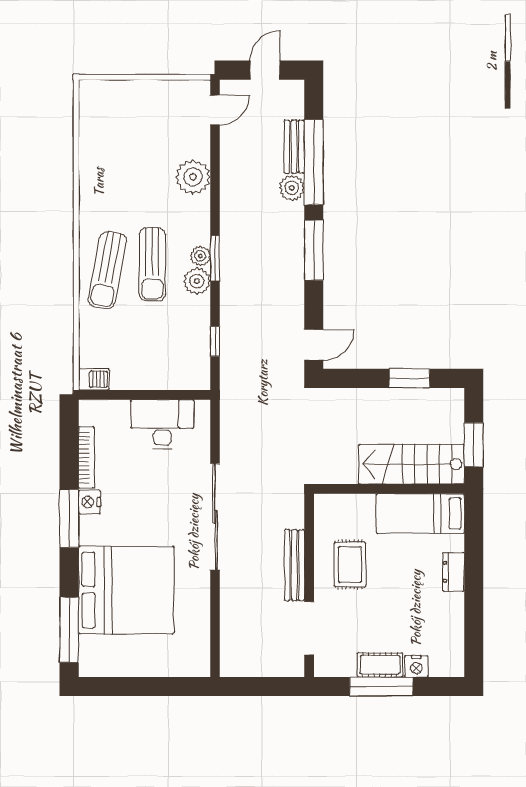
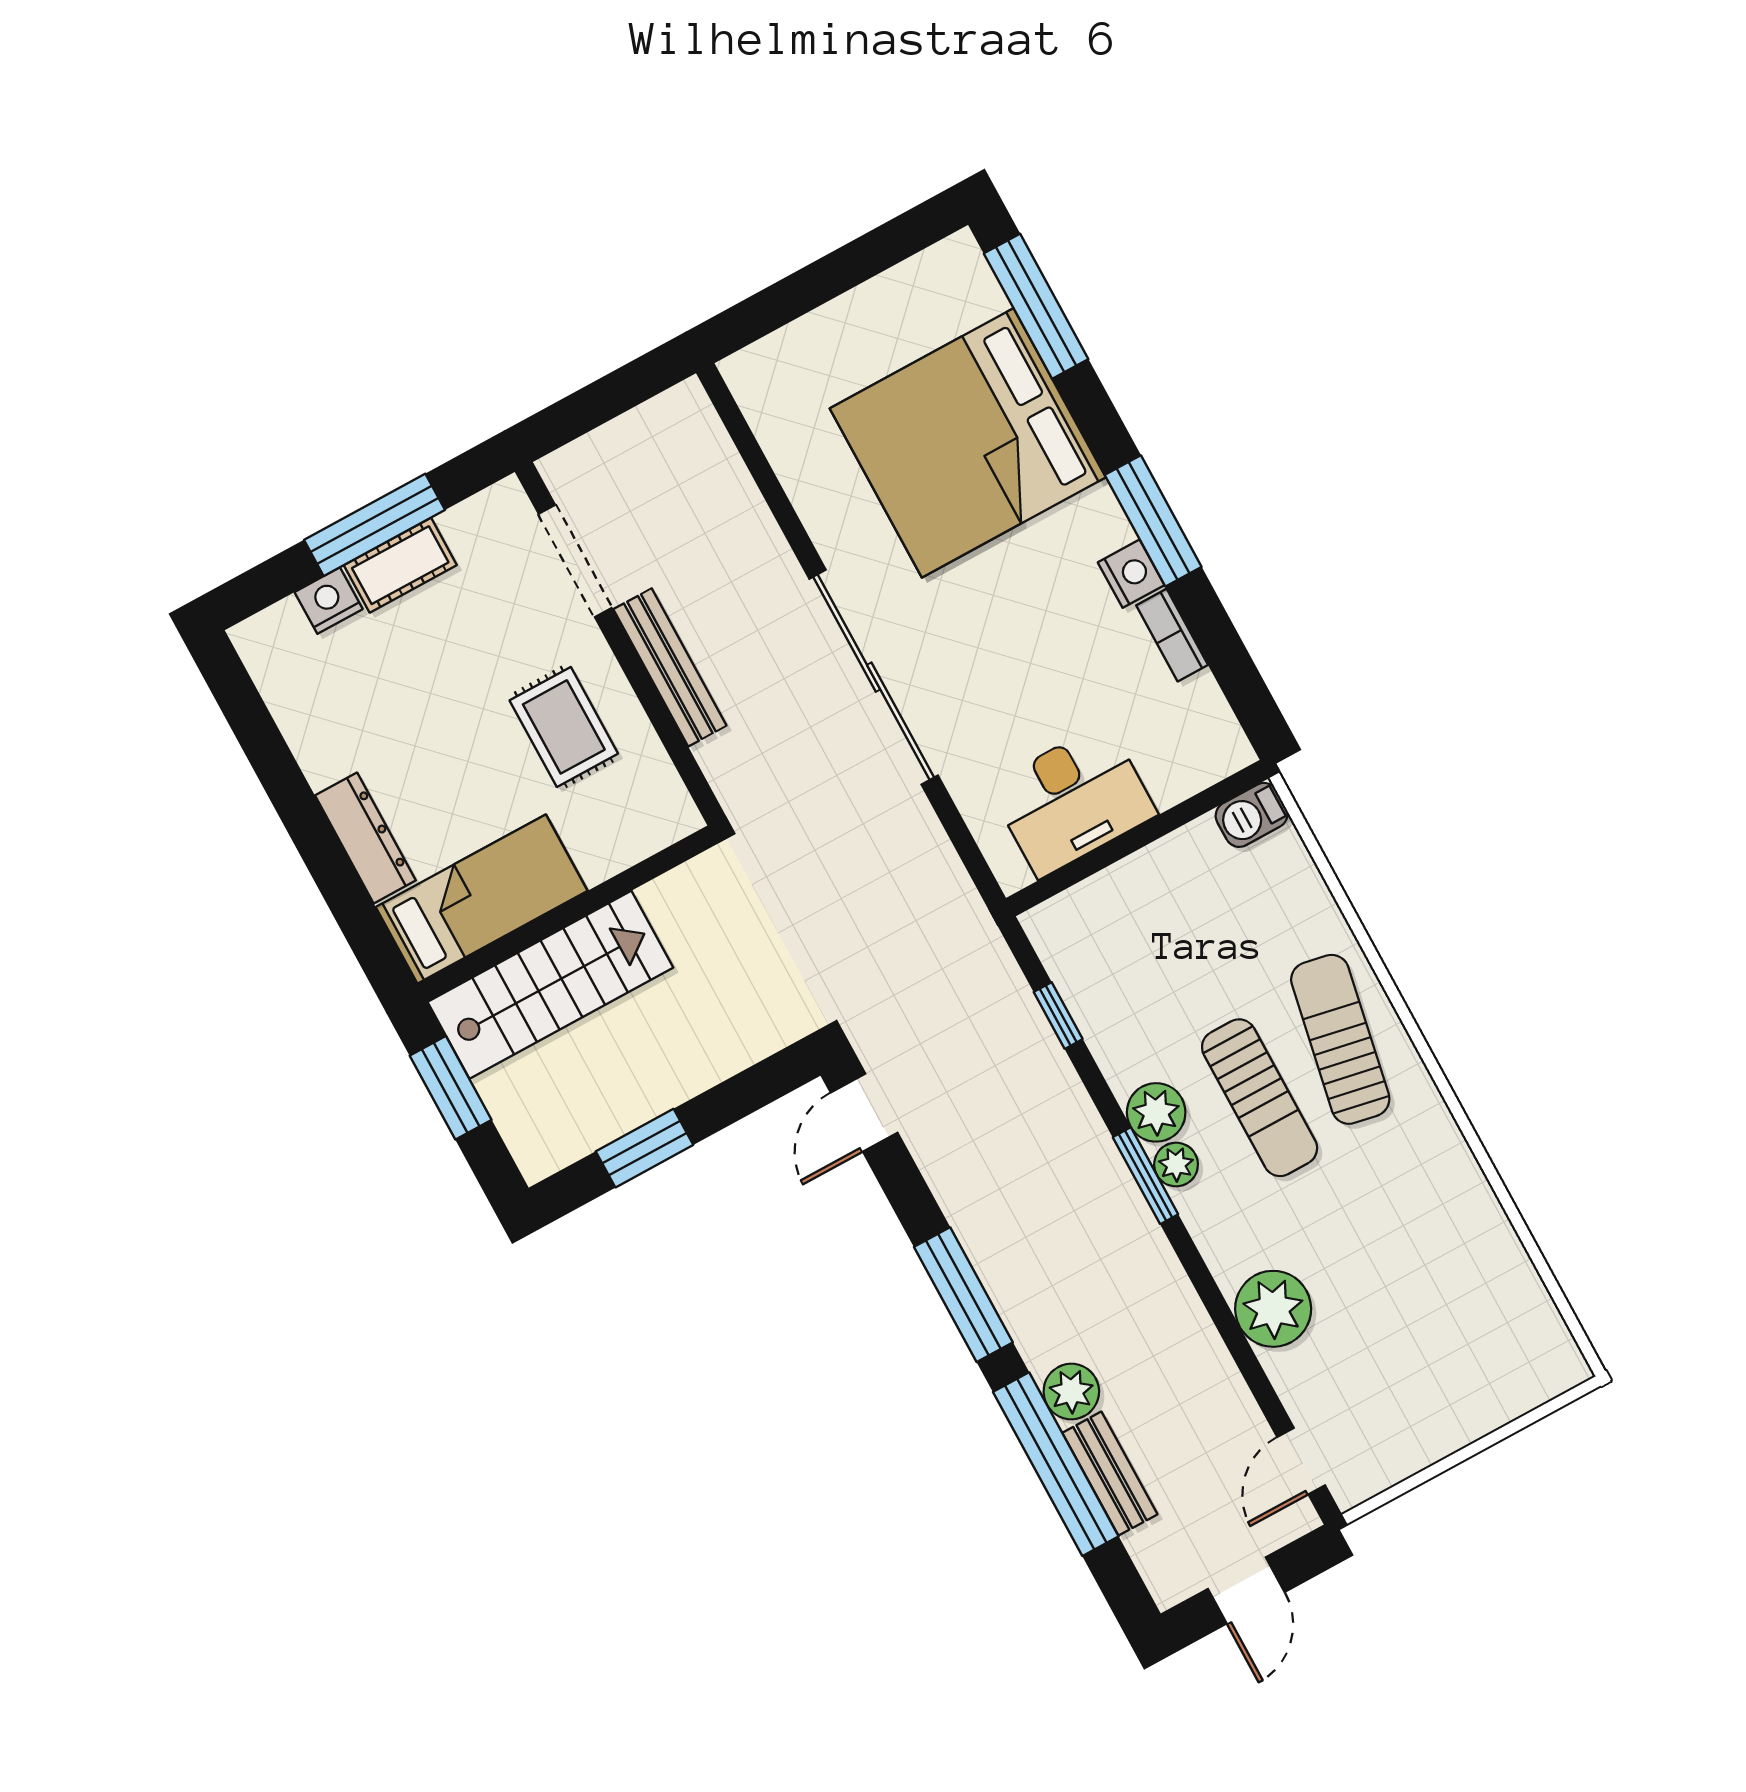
sun lounger: (152, 264) -> (1260, 1098), turned 180
bookcase: (86, 457) -> (1172, 635), width x0.64
dresser: (453, 572) -> (365, 838), width x1.44

